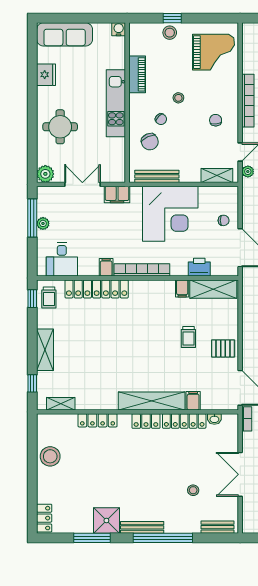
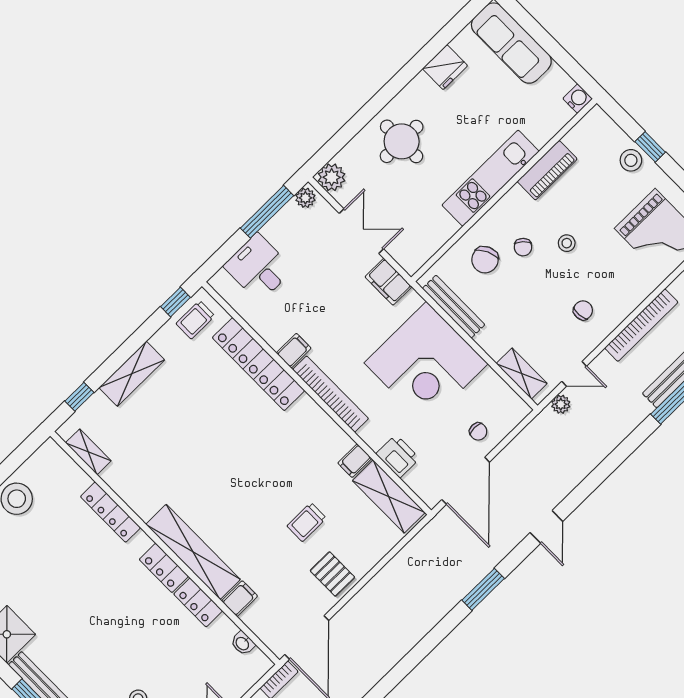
plant: (43, 223) -> (305, 198), moved
desk: (62, 259) -> (258, 268), moved, turned 90
locker: (184, 421) -> (198, 602), width x0.66

